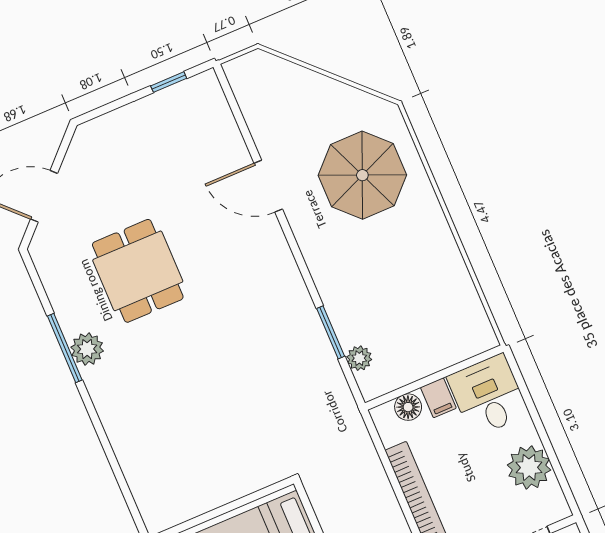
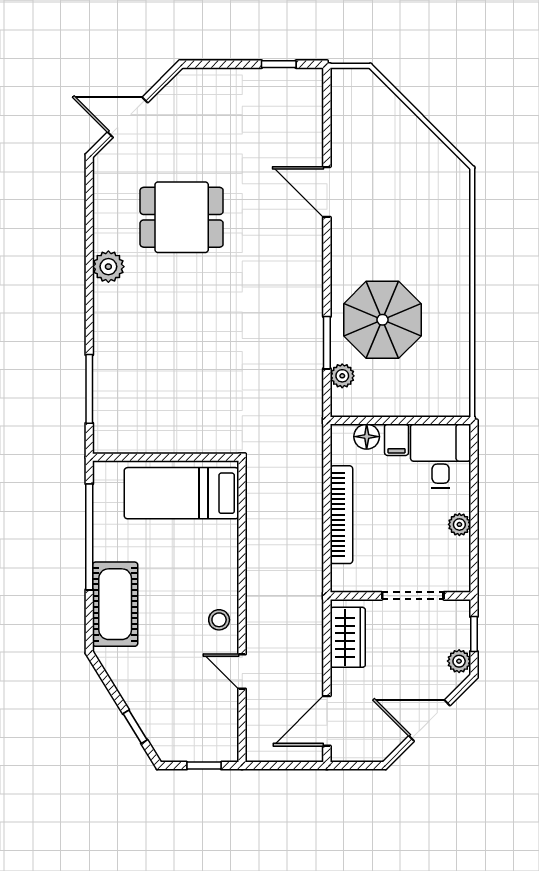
parasol: (362, 175) -> (382, 320), moved
dining table: (138, 271) -> (182, 217), turned 90
window: (65, 348) -> (89, 389), moved
plant: (529, 467) -> (459, 524), width x0.53, depth x0.53

